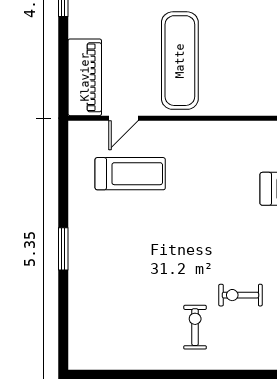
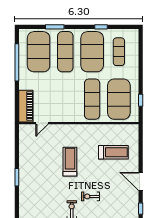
exercise mat: (180, 61) -> (92, 99), moved
treadmill: (130, 174) -> (70, 162), moved, turned -90

